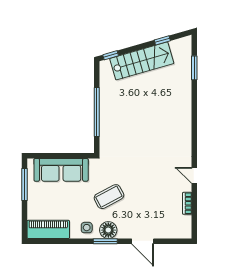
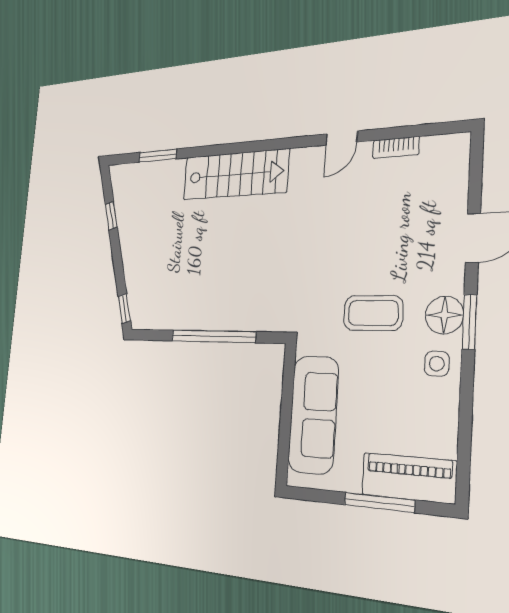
stairs: (142, 61) -> (235, 175), moved, turned 106
window: (24, 184) -> (379, 502), moved
coffee table: (109, 197) -> (373, 313), turned -62
piano: (48, 229) -> (409, 478), moved, turned 90

